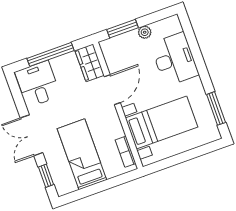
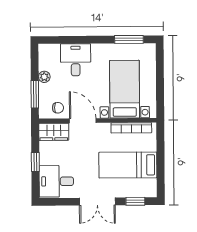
window: (51, 54) -> (35, 162), width x0.46
chair: (117, 58) -> (58, 108), added
desk: (175, 59) -> (76, 60), width x0.73
bookcase: (126, 152) -> (131, 128), width x1.56

